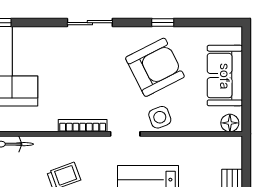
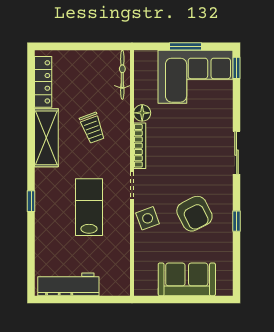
armchair: (155, 67) -> (194, 214), width x0.73, depth x0.73
floor lamp: (230, 123) -> (142, 113), moved

